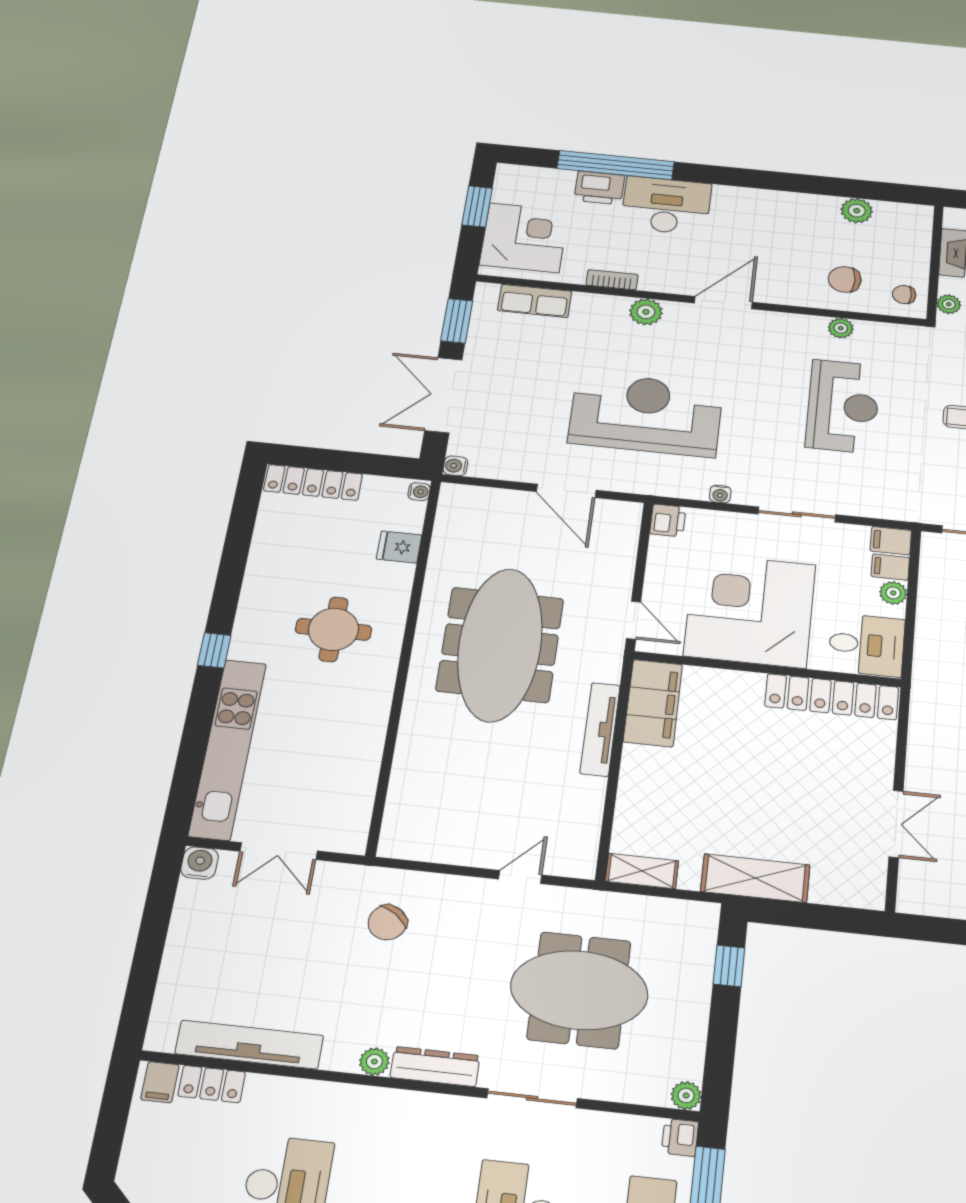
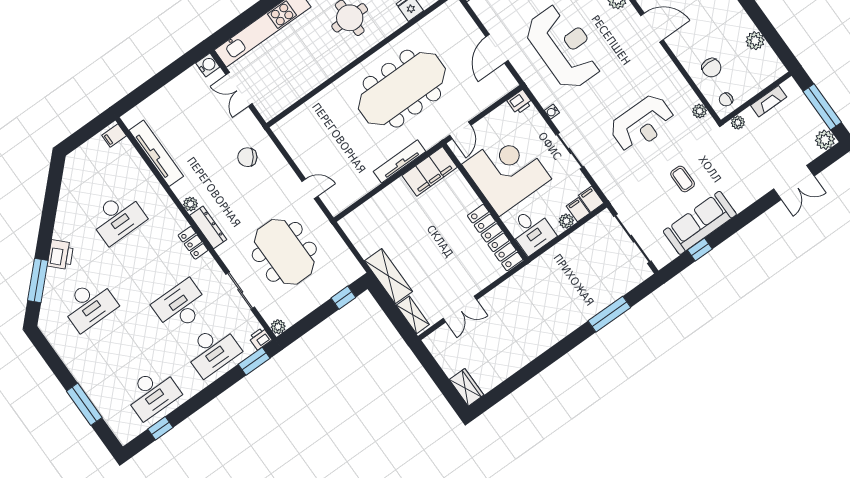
chair: (845, 279) -> (711, 68), turned 180
chair: (904, 295) -> (726, 99), turned -90
plant: (841, 328) -> (700, 111), moved
shelving: (642, 871) -> (413, 315), moved
locker: (212, 1084) -> (193, 243), moved
sliding door: (532, 1098) -> (240, 291), moved

